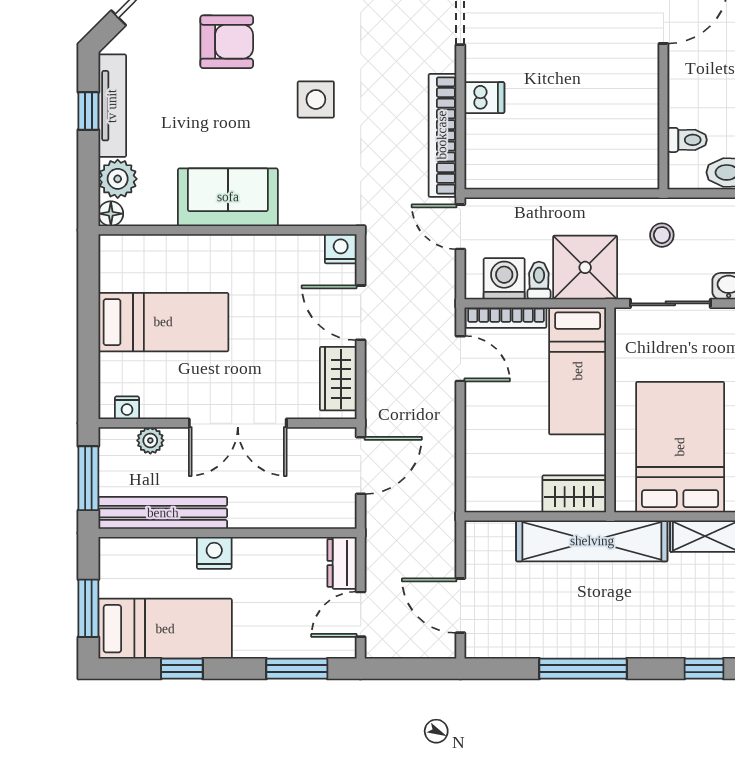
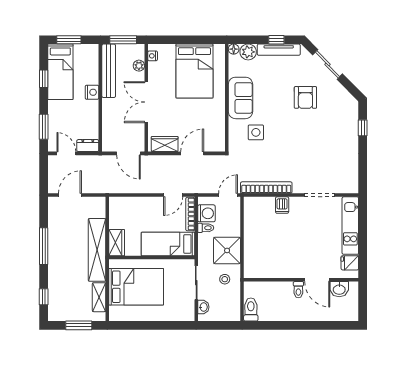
side table: (316, 99) -> (256, 132), moved
toilet: (687, 140) -> (298, 290), moved
nightstand: (341, 249) -> (219, 145), removed
shower: (585, 267) -> (227, 250), moved
bed: (163, 322) -> (194, 71), width x1.50

